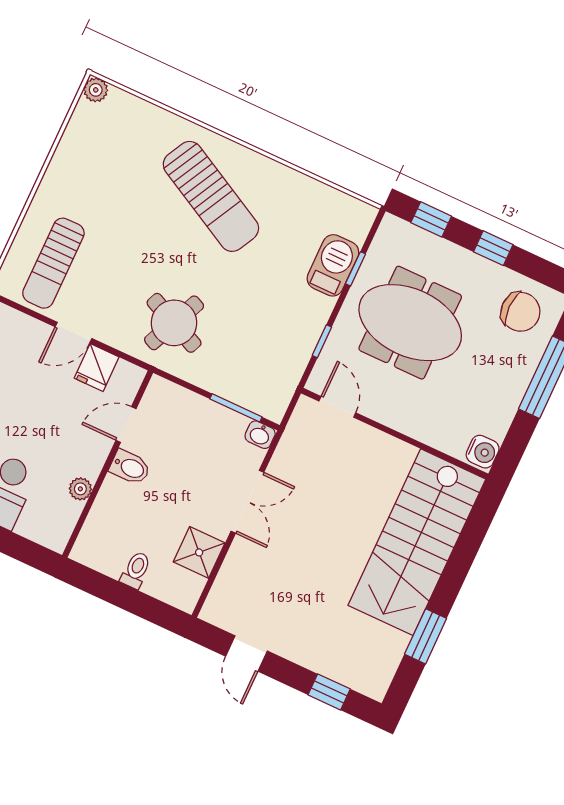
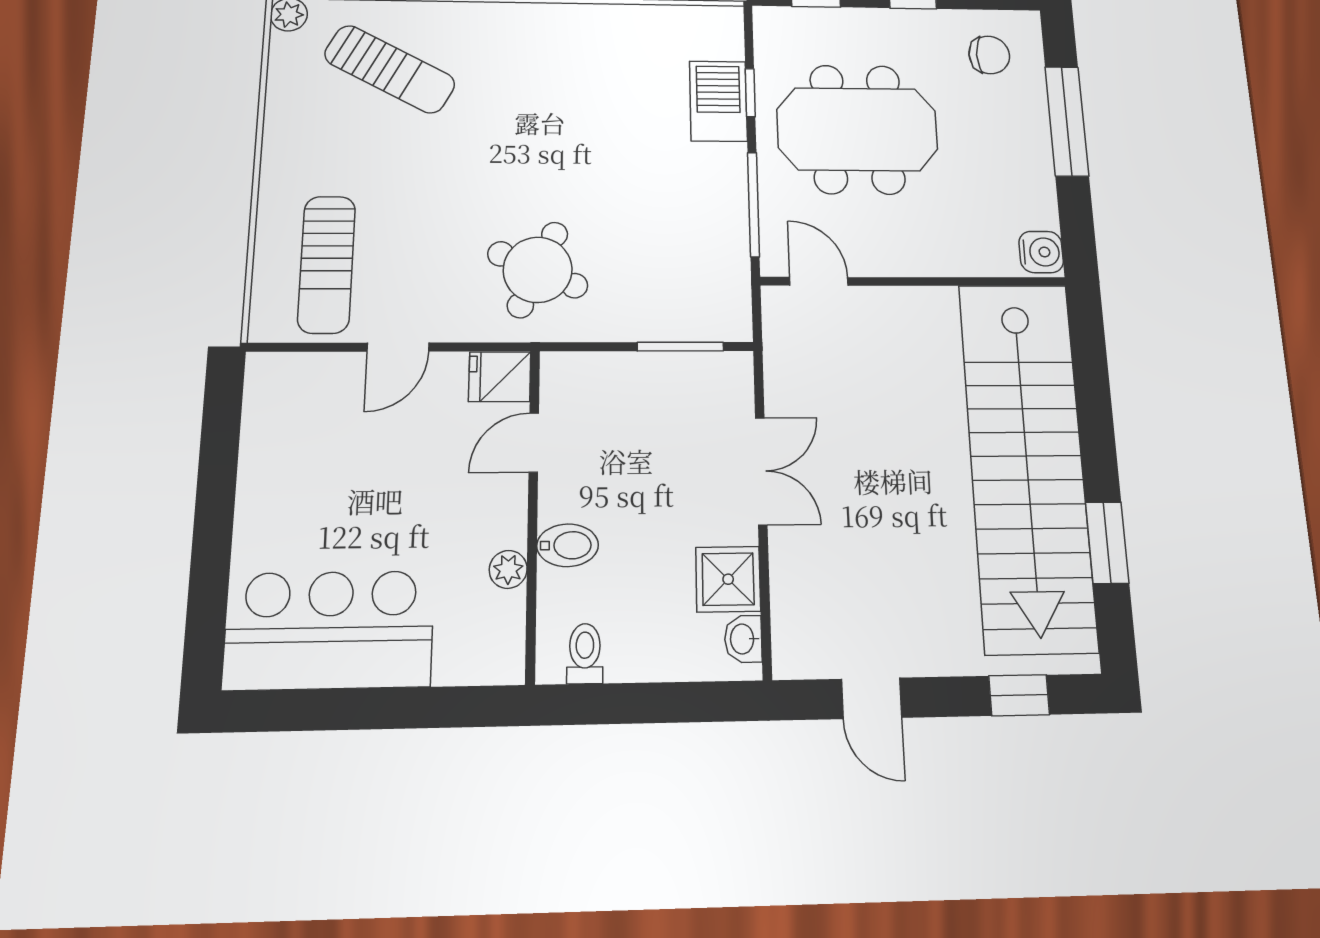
sun lounger: (211, 196) -> (390, 69), moved, width x0.73, depth x0.75
chair: (520, 312) -> (989, 55), width x0.73, depth x0.73
window: (322, 341) -> (754, 204), width x2.17
fridge: (97, 368) -> (500, 377), moved, turned 90
washbasin: (260, 435) -> (743, 639), moved, turned 90
bidet: (130, 467) -> (568, 545), moved
stairs: (417, 542) -> (1027, 464), width x1.36
toilet: (136, 570) -> (585, 654), moved

